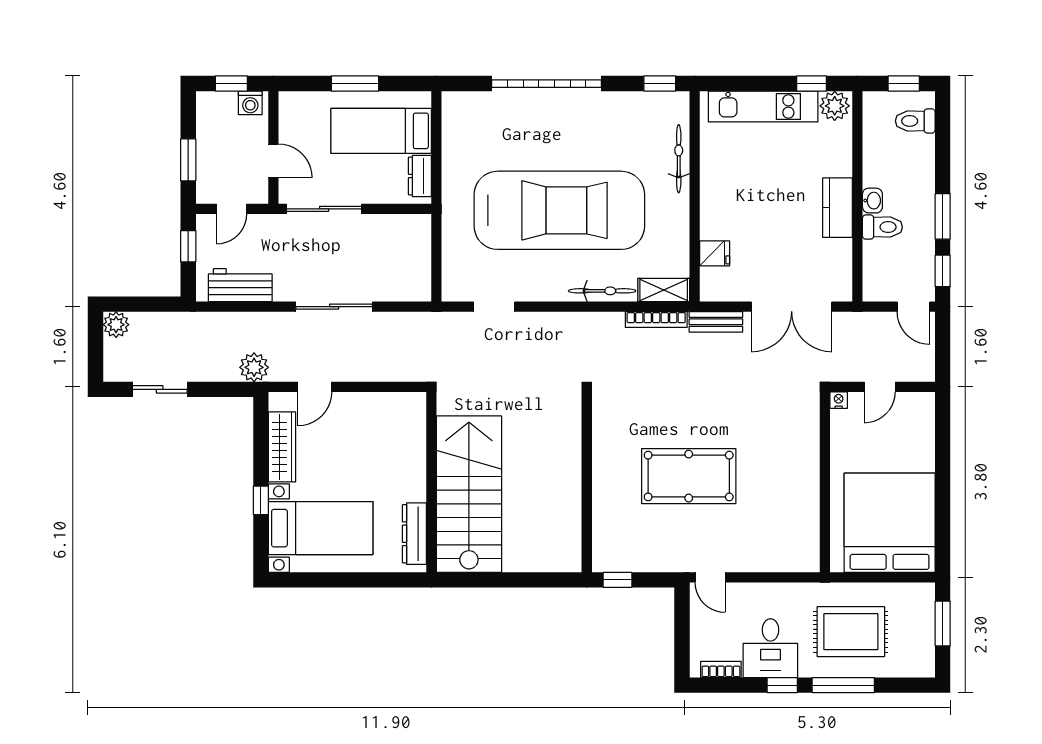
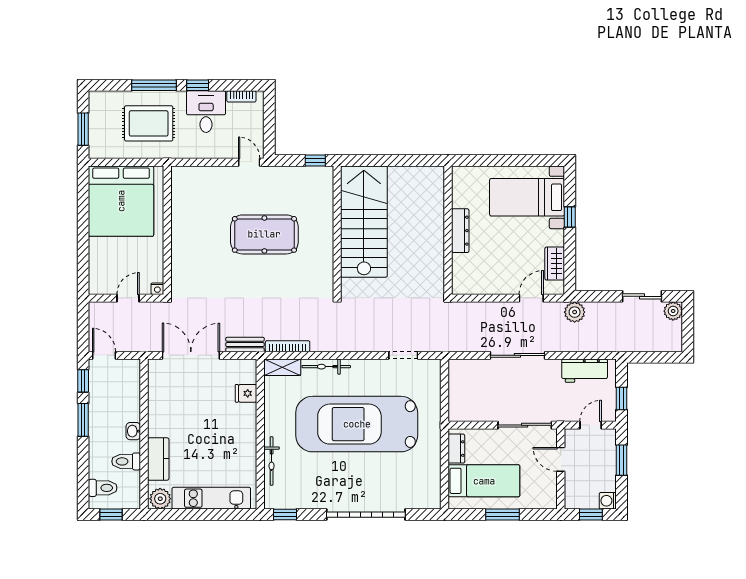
window: (811, 84) -> (177, 515), removed
washing machine: (250, 103) -> (608, 501), moved, turned -90
kitchen counter: (838, 208) -> (158, 459), moved
toilet: (882, 227) -> (126, 461), moved
plant: (116, 325) -> (673, 311), moved
wardrobe: (282, 447) -> (555, 264), width x0.67
stairs: (469, 494) -> (364, 222), moved, turned 180
dresser: (414, 534) -> (460, 231), moved

